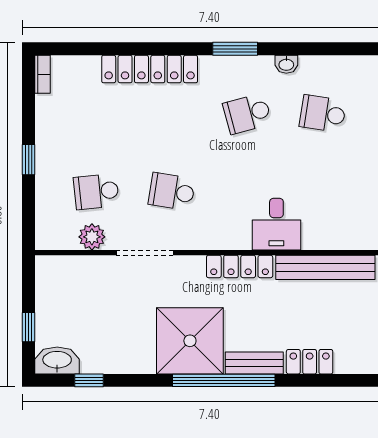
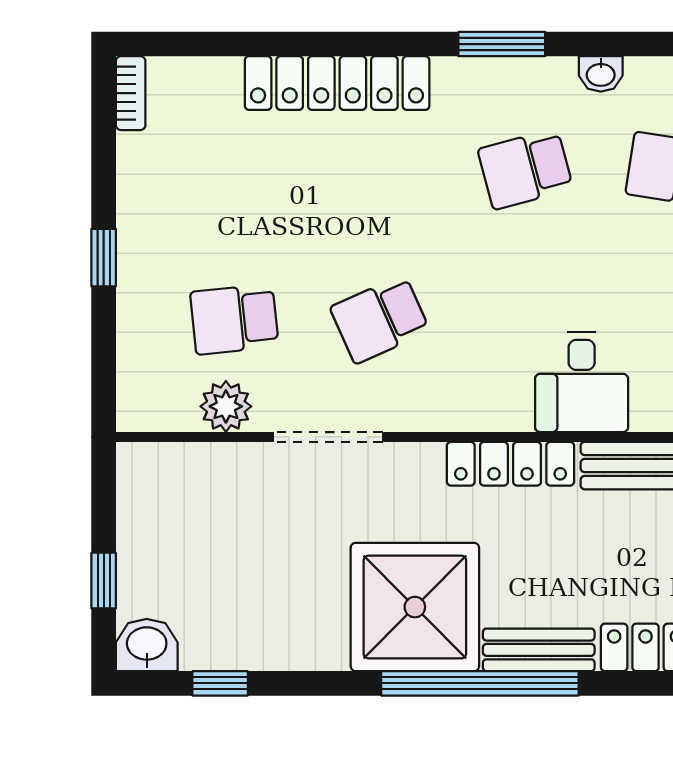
school desk: (172, 192) -> (380, 319), turned -33
washbasin: (57, 361) -> (147, 645), width x0.72

